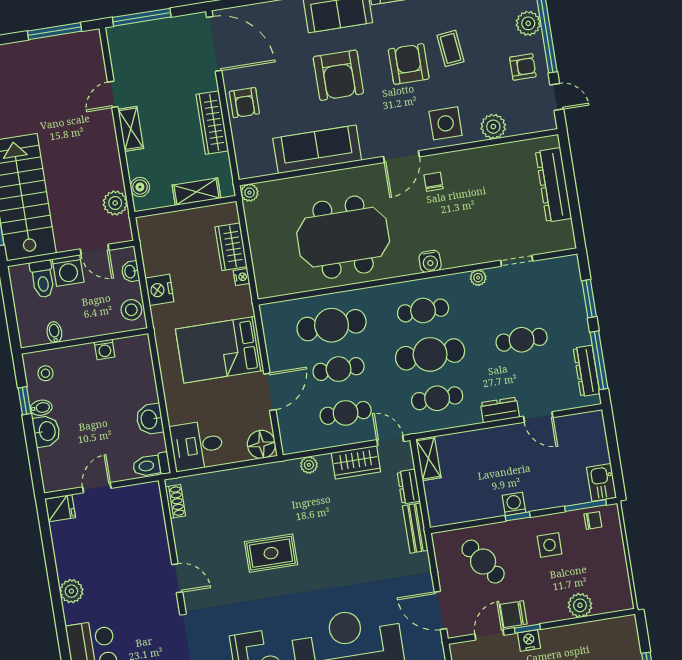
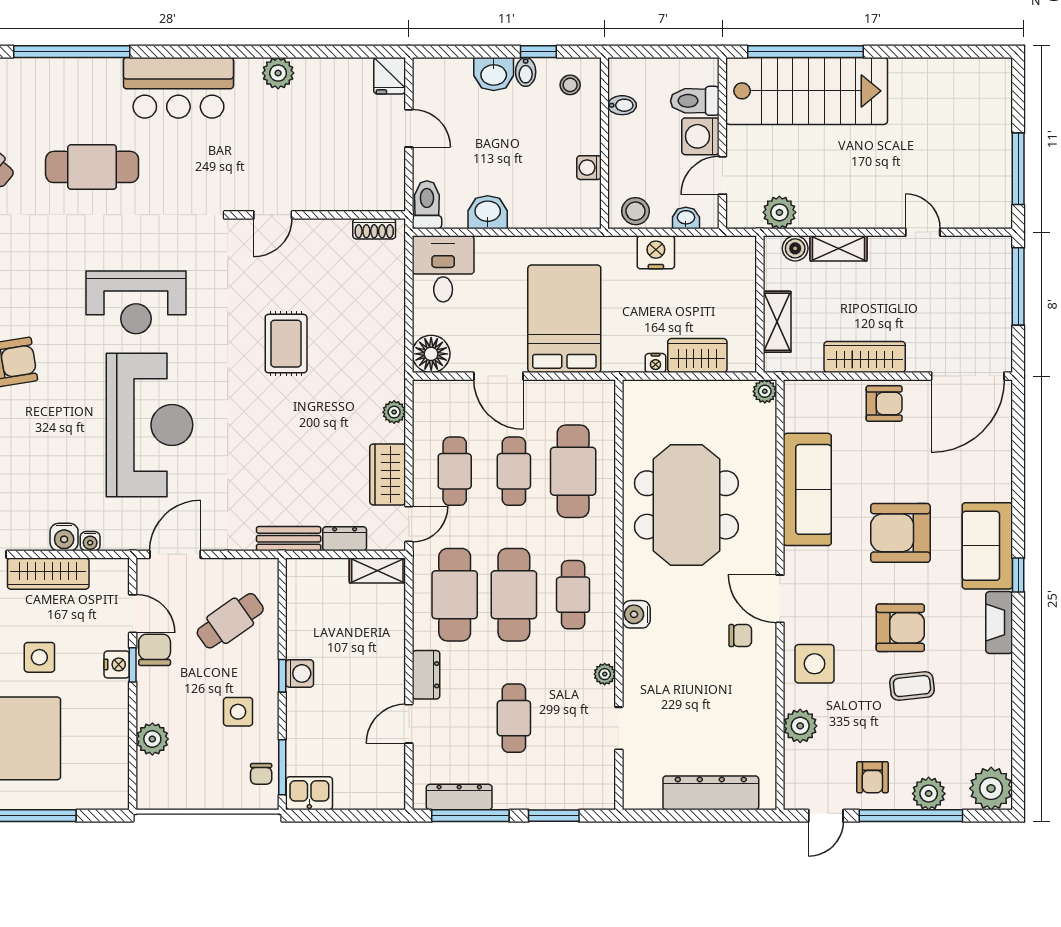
armchair: (244, 103) -> (884, 404), turned 180
shelving: (131, 129) -> (839, 248), moved
cafe table: (437, 398) -> (455, 595), width x1.37, depth x1.35

